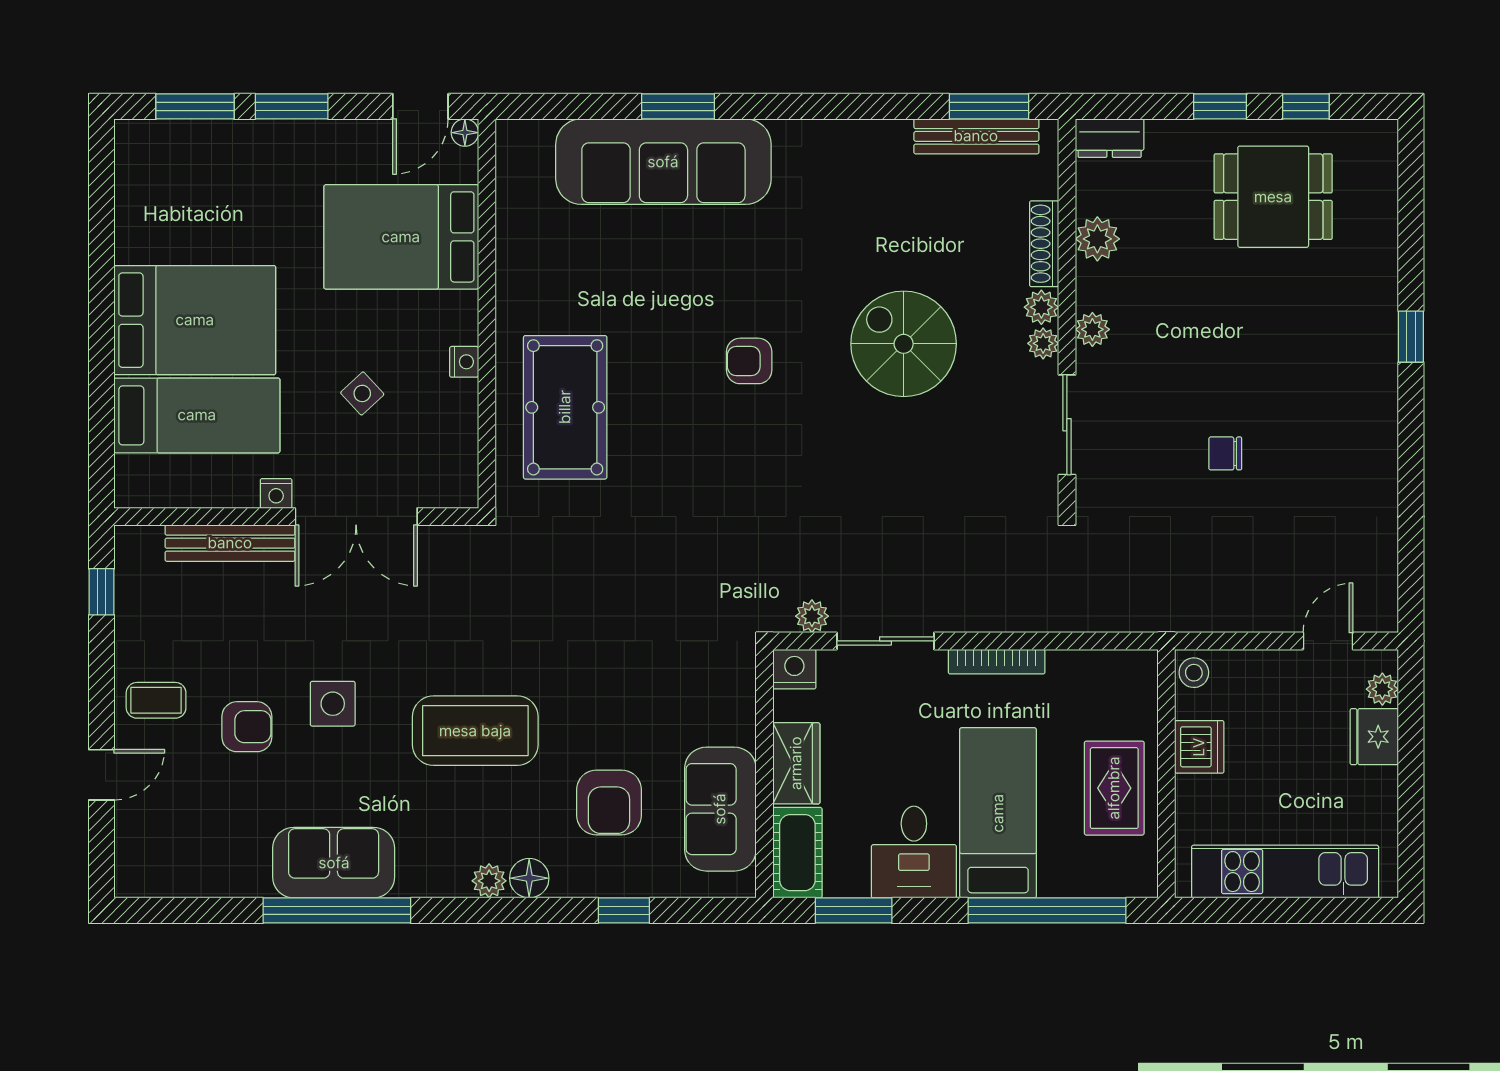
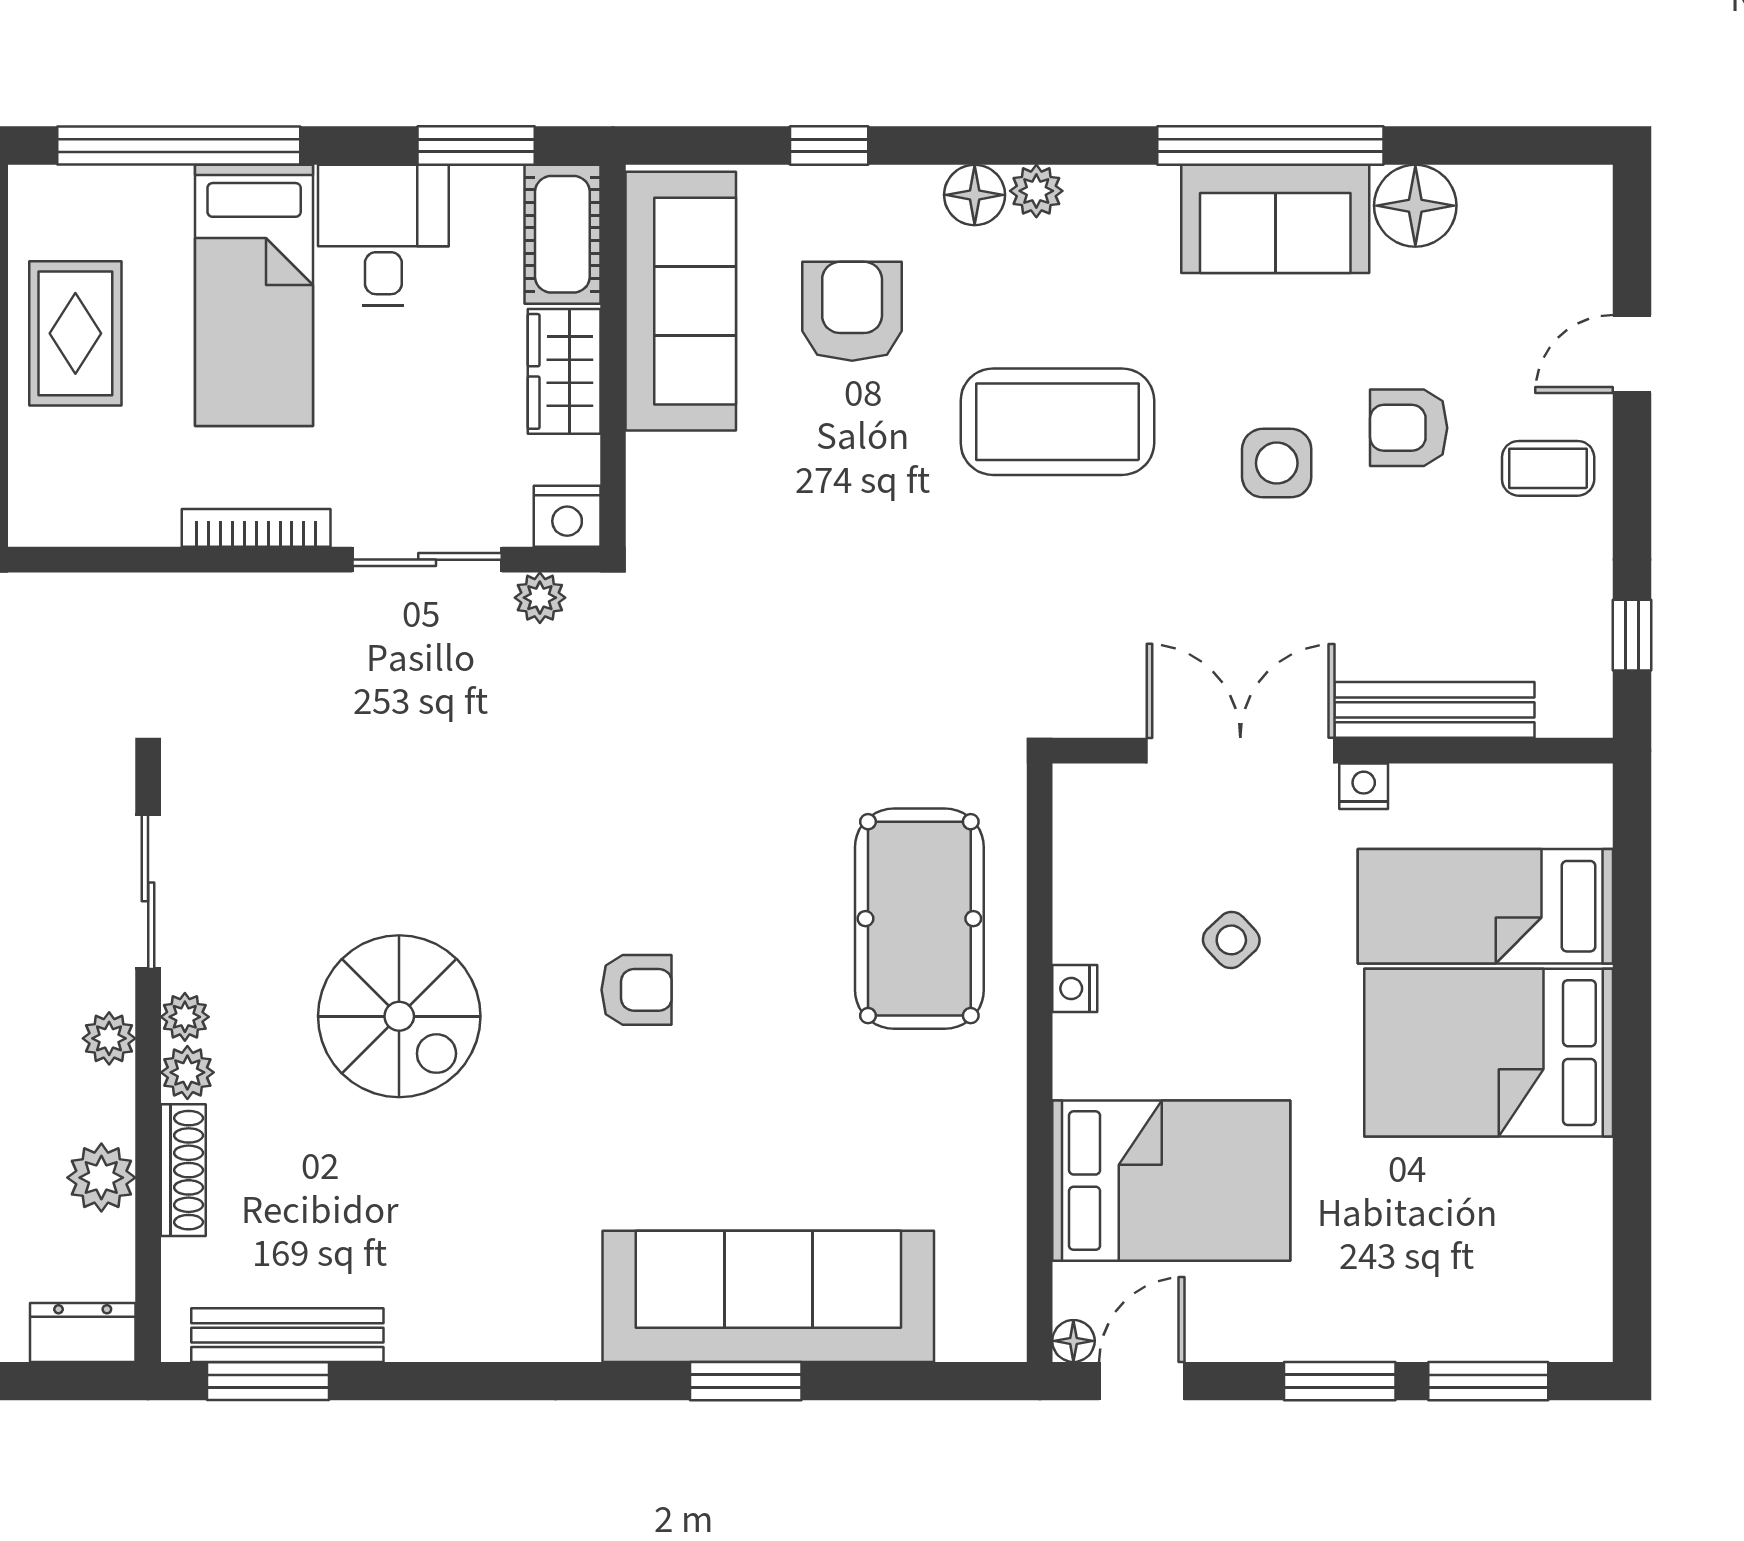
sofa: (720, 809) -> (681, 301), width x1.36
floor lamp: (242, 871) -> (1415, 206), added

